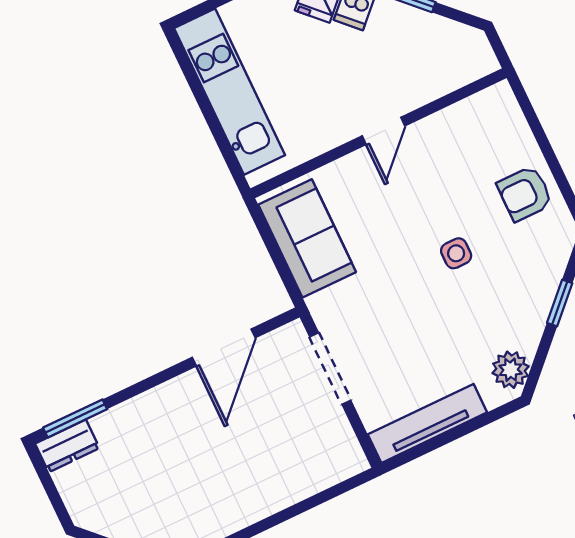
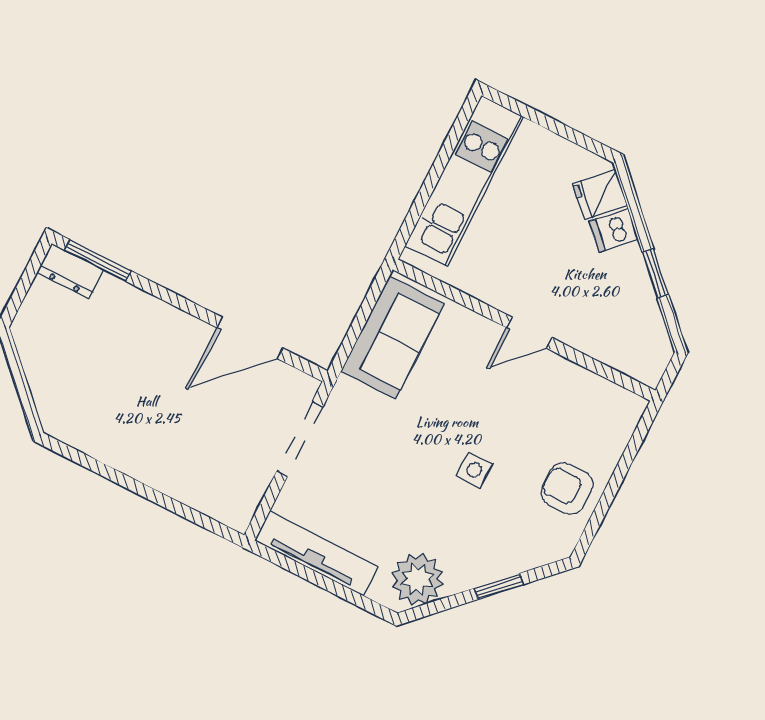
plant: (511, 370) -> (417, 579), width x1.36, depth x1.36

